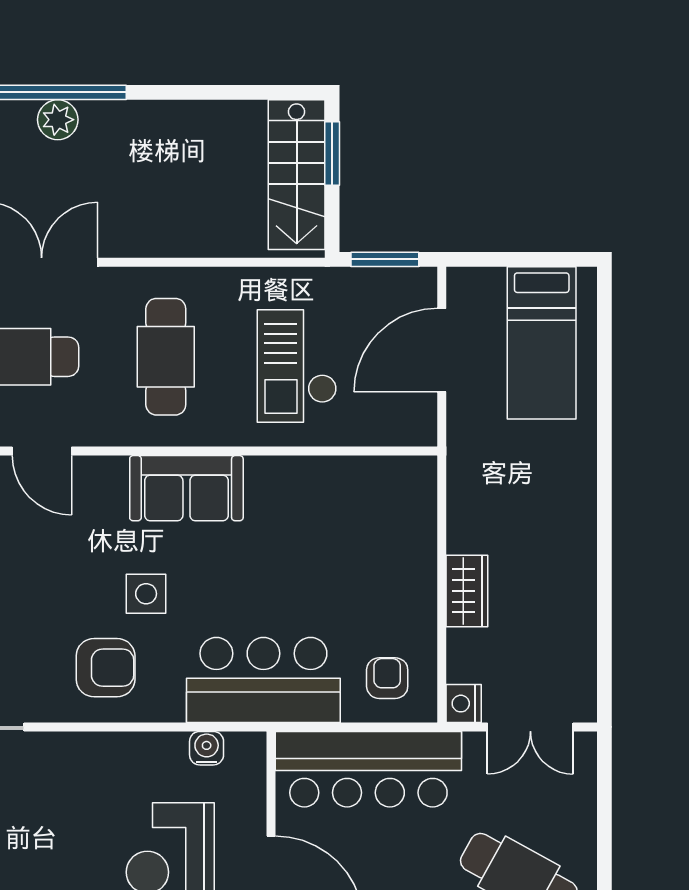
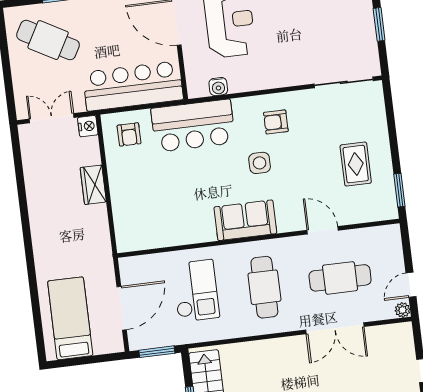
armchair: (106, 668) -> (276, 122), width x0.72, depth x0.72

